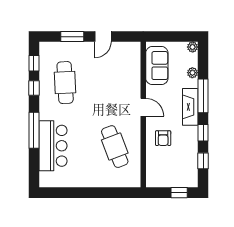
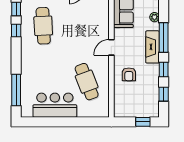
door: (143, 107) -> (111, 47), swing flipped
window: (34, 130) -> (16, 90), moved
bar counter: (53, 146) -> (55, 105), moved, turned -90

